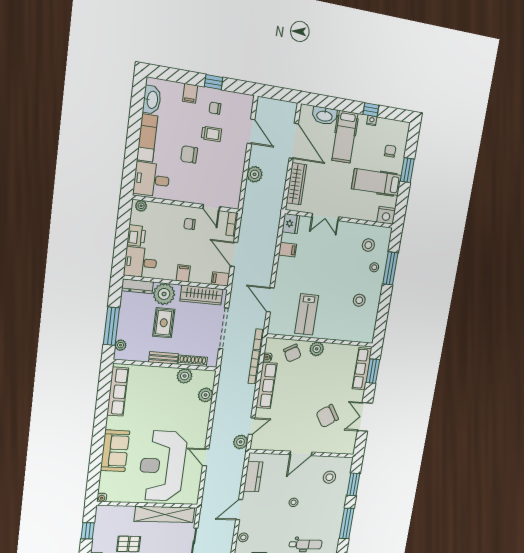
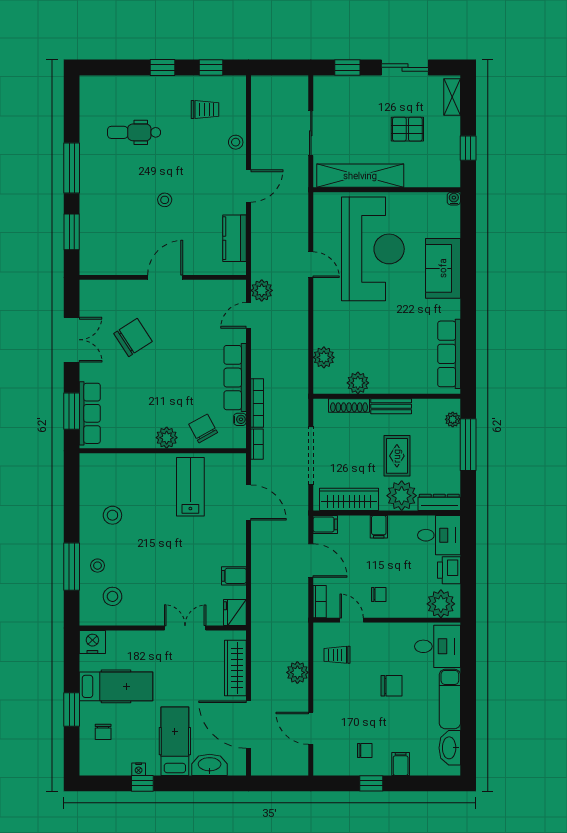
trolley: (211, 134) -> (337, 655), moved
plant: (141, 206) -> (441, 604), width x1.87, depth x1.87
stool: (329, 477) -> (113, 242), removed

